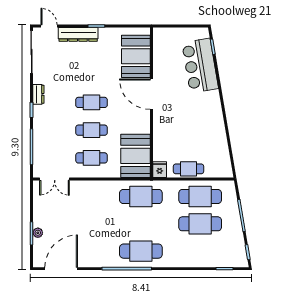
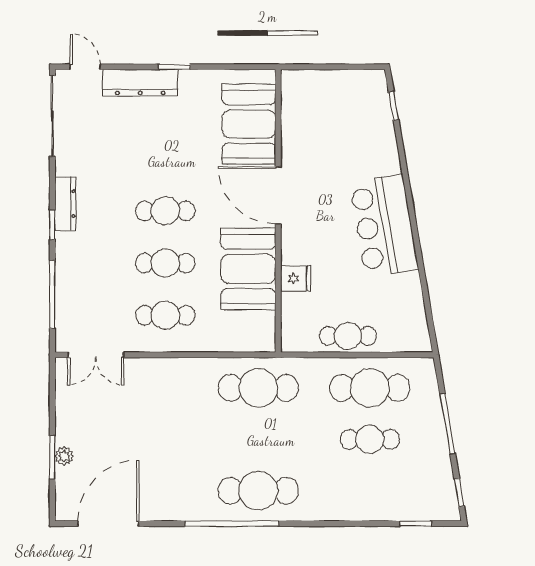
bar counter: (200, 66) -> (384, 226), moved
dresser: (38, 94) -> (65, 204), width x1.44
booth: (136, 156) -> (248, 269), moved
fridge: (160, 170) -> (296, 278), moved, turned 90
cafe table: (200, 224) -> (370, 439), width x0.73, depth x0.74

